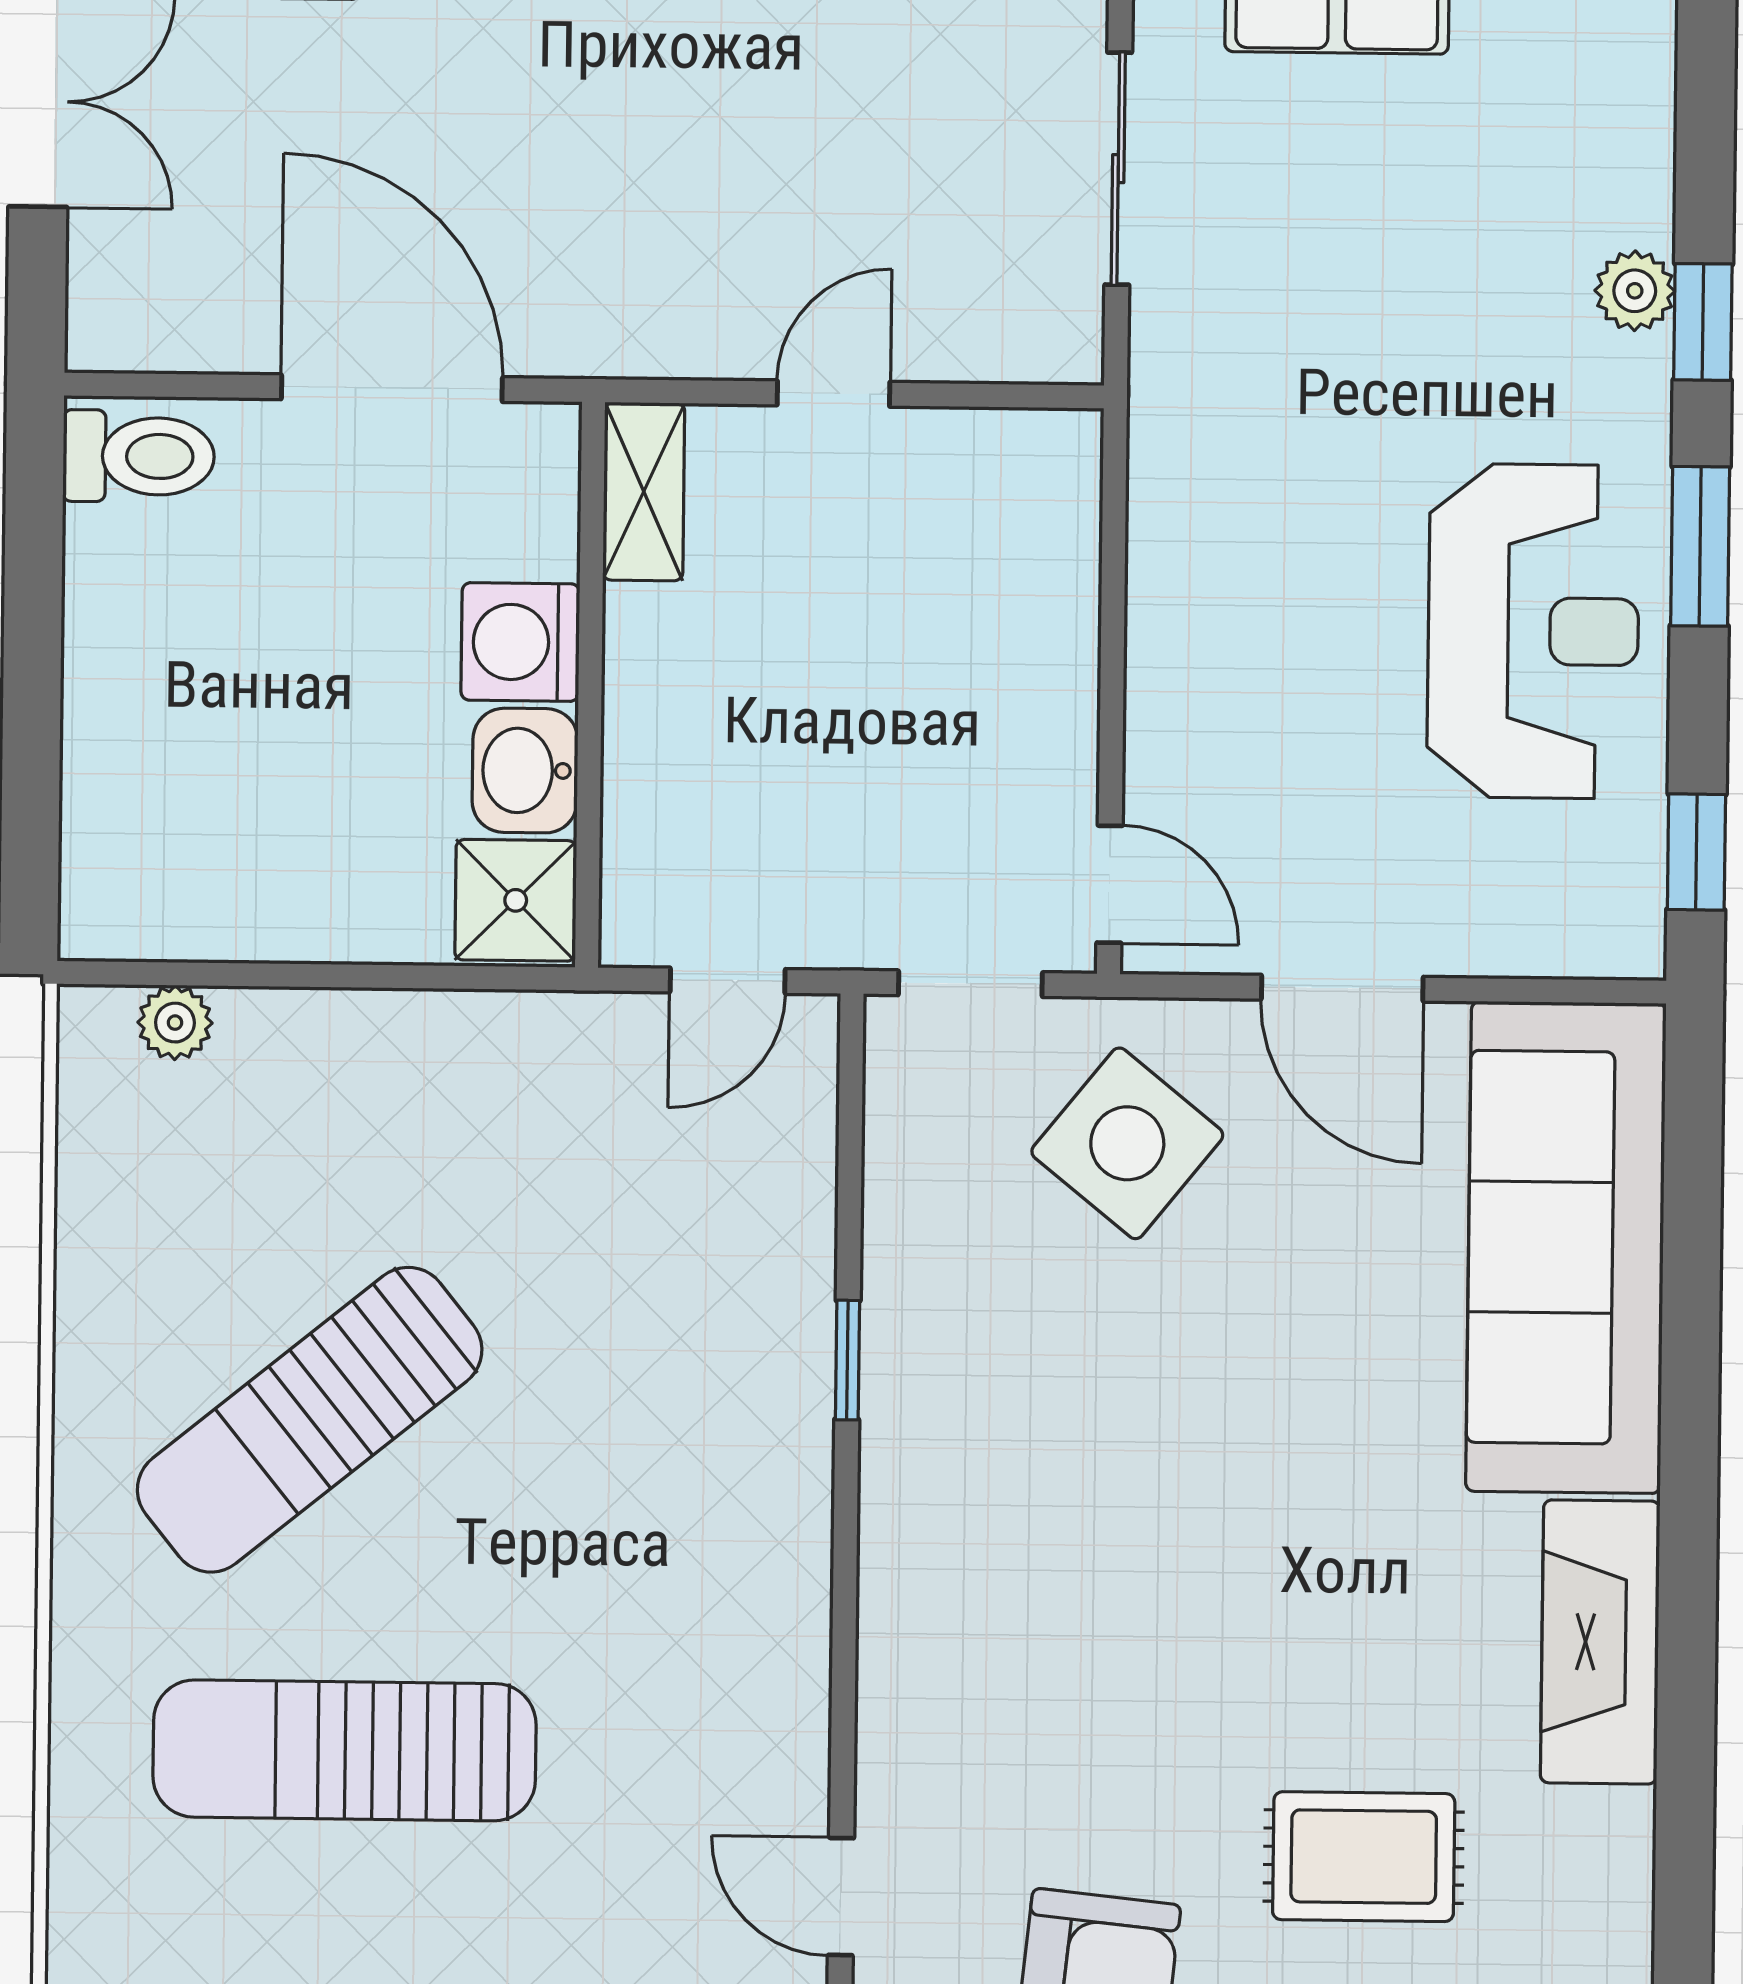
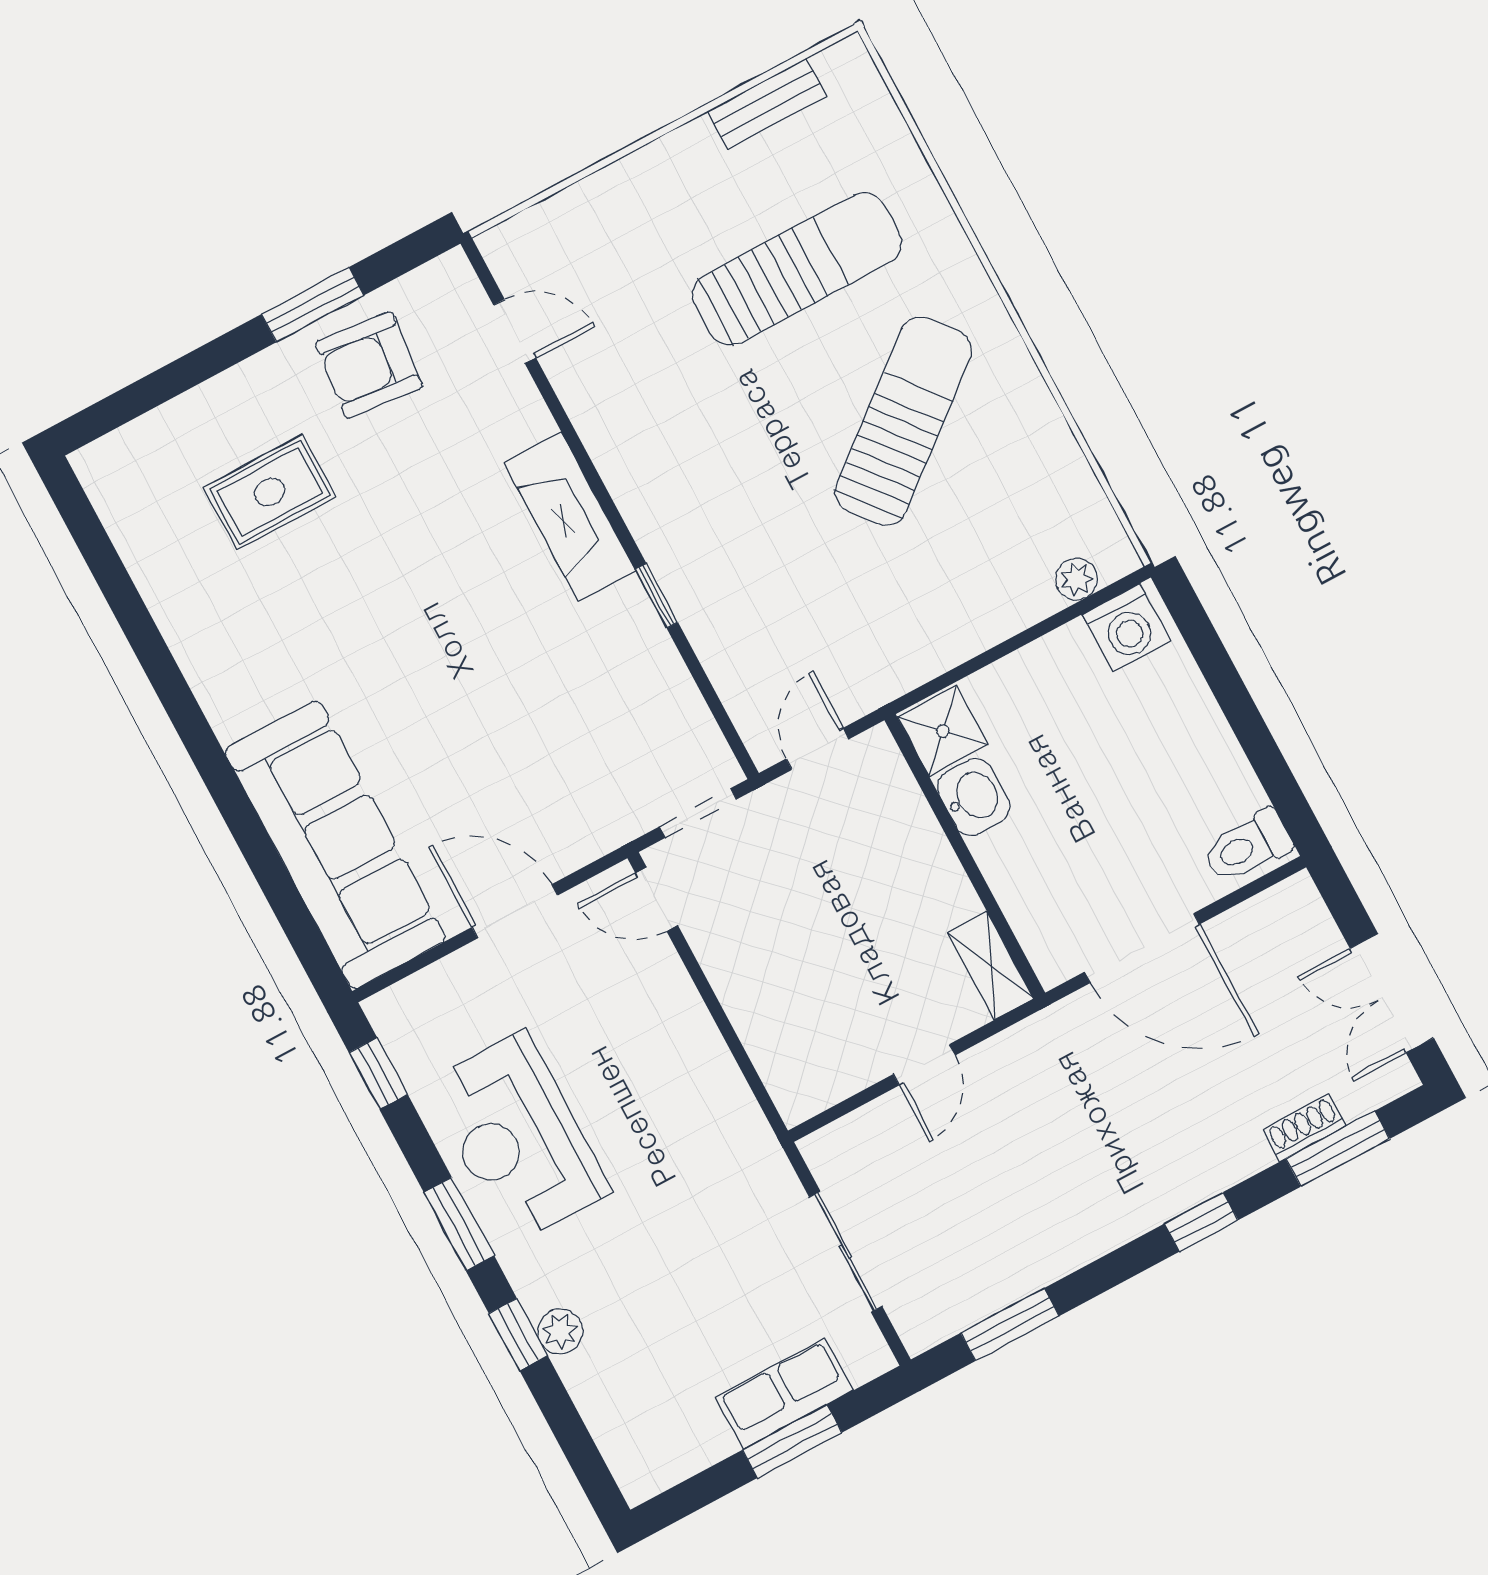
washing machine: (520, 642) -> (1126, 628), moved, turned 90
side table: (1127, 1143) -> (578, 777), removed
fireplace: (1600, 1642) -> (570, 517), moved, turned 180

